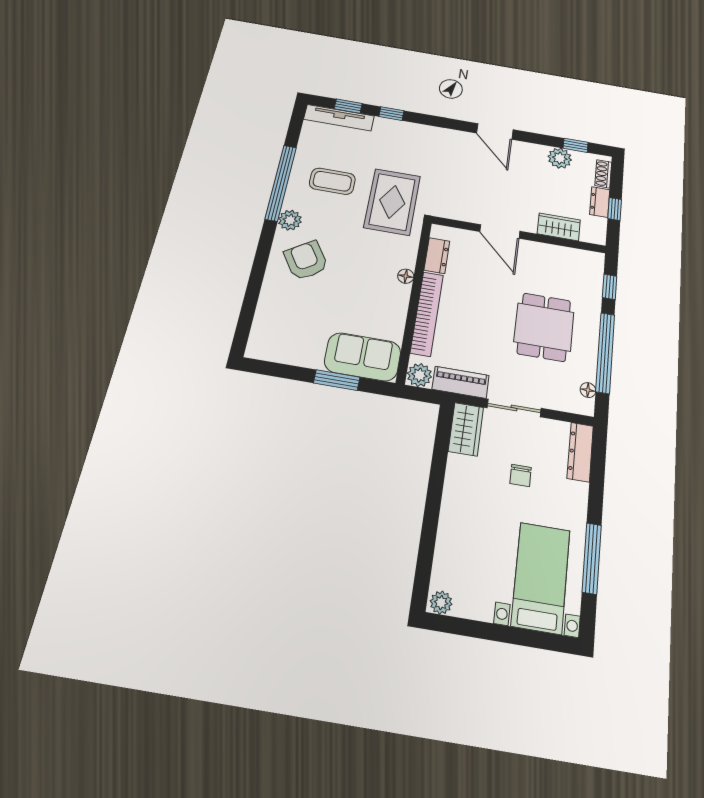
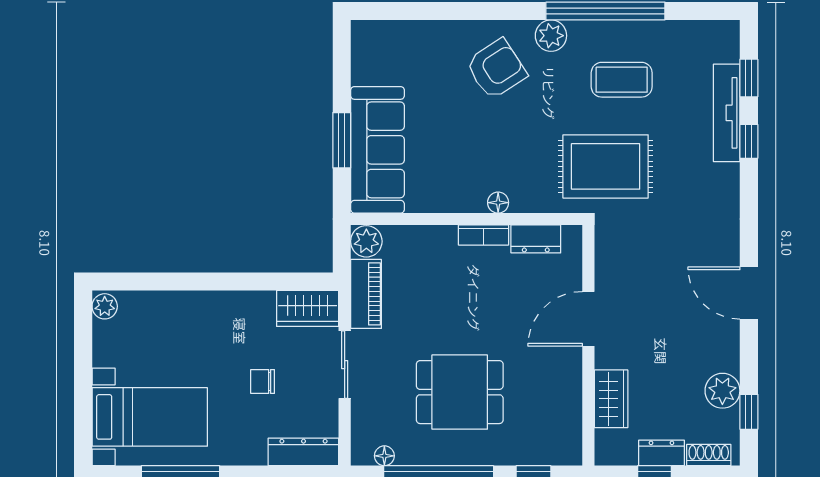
tv unit: (339, 118) -> (727, 113), moved
door: (495, 131) -> (749, 293), hinge flipped
coffee table: (332, 181) -> (622, 80), turned 90
bookcase: (427, 314) -> (483, 235), width x0.43, depth x0.76
sofa: (363, 357) -> (378, 150), width x1.36

